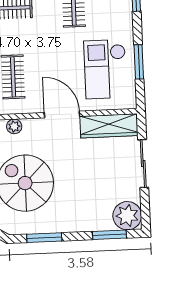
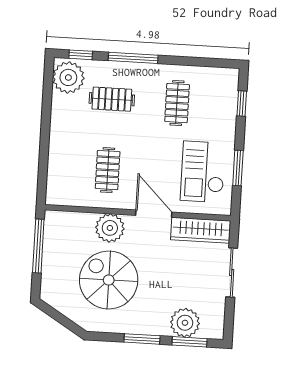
plant: (14, 126) -> (110, 228), width x1.87, depth x1.87
plant: (127, 216) -> (185, 323), moved
window: (44, 238) -> (142, 339), moved

